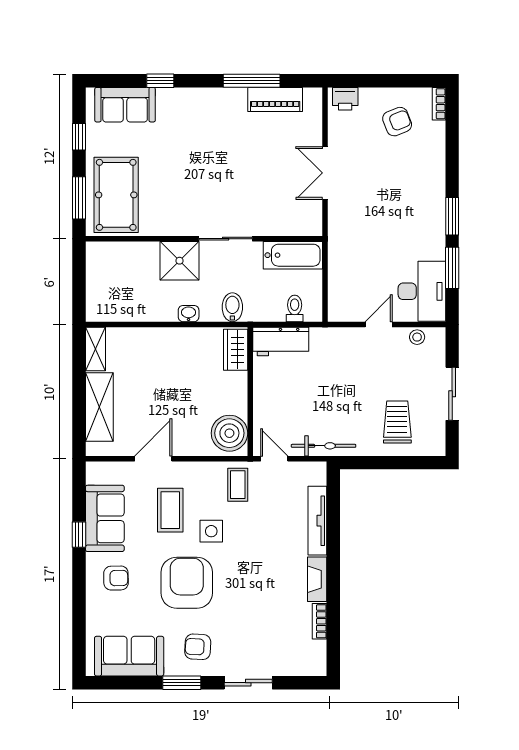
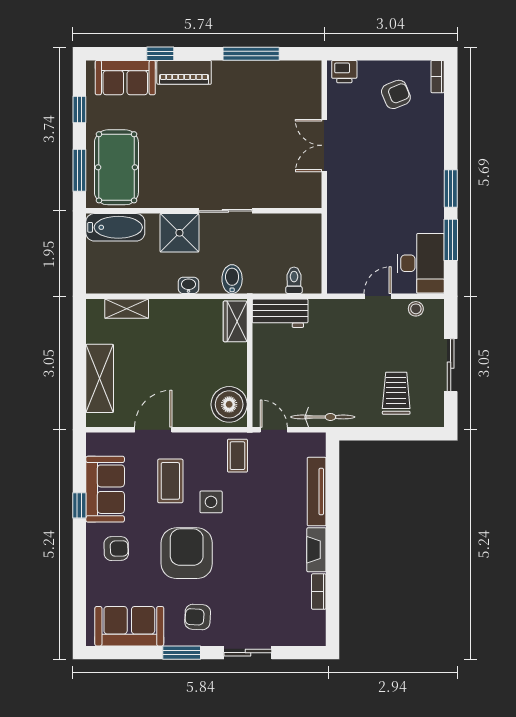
piano: (275, 99) -> (184, 72), moved
bathtub: (293, 255) -> (115, 227), moved
shelving: (95, 349) -> (127, 309), moved, turned 90

